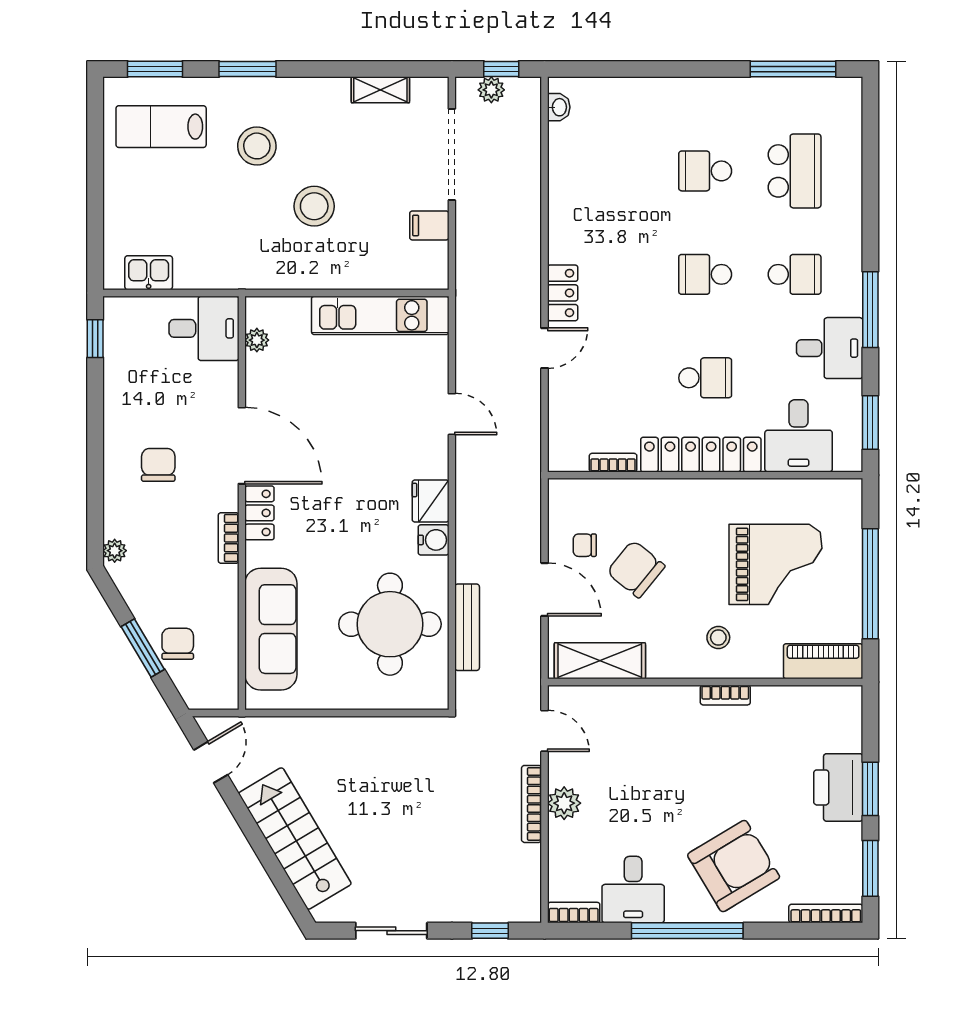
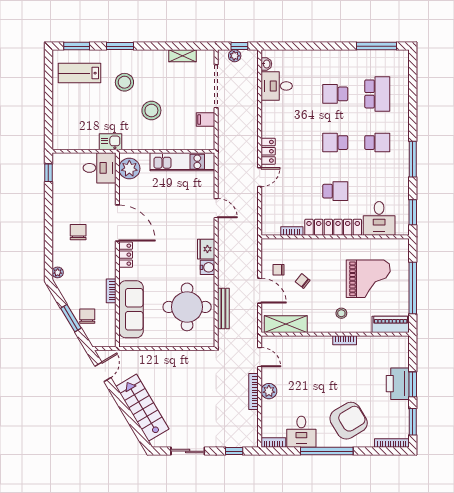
kitchen sink: (149, 273) -> (110, 142), moved
plant: (257, 340) -> (129, 169), width x1.88, depth x1.88
desk: (830, 348) -> (277, 86), moved, turned 180
bookcase: (229, 538) -> (111, 291), moved
chair: (636, 569) -> (303, 281), width x0.54, depth x0.54

